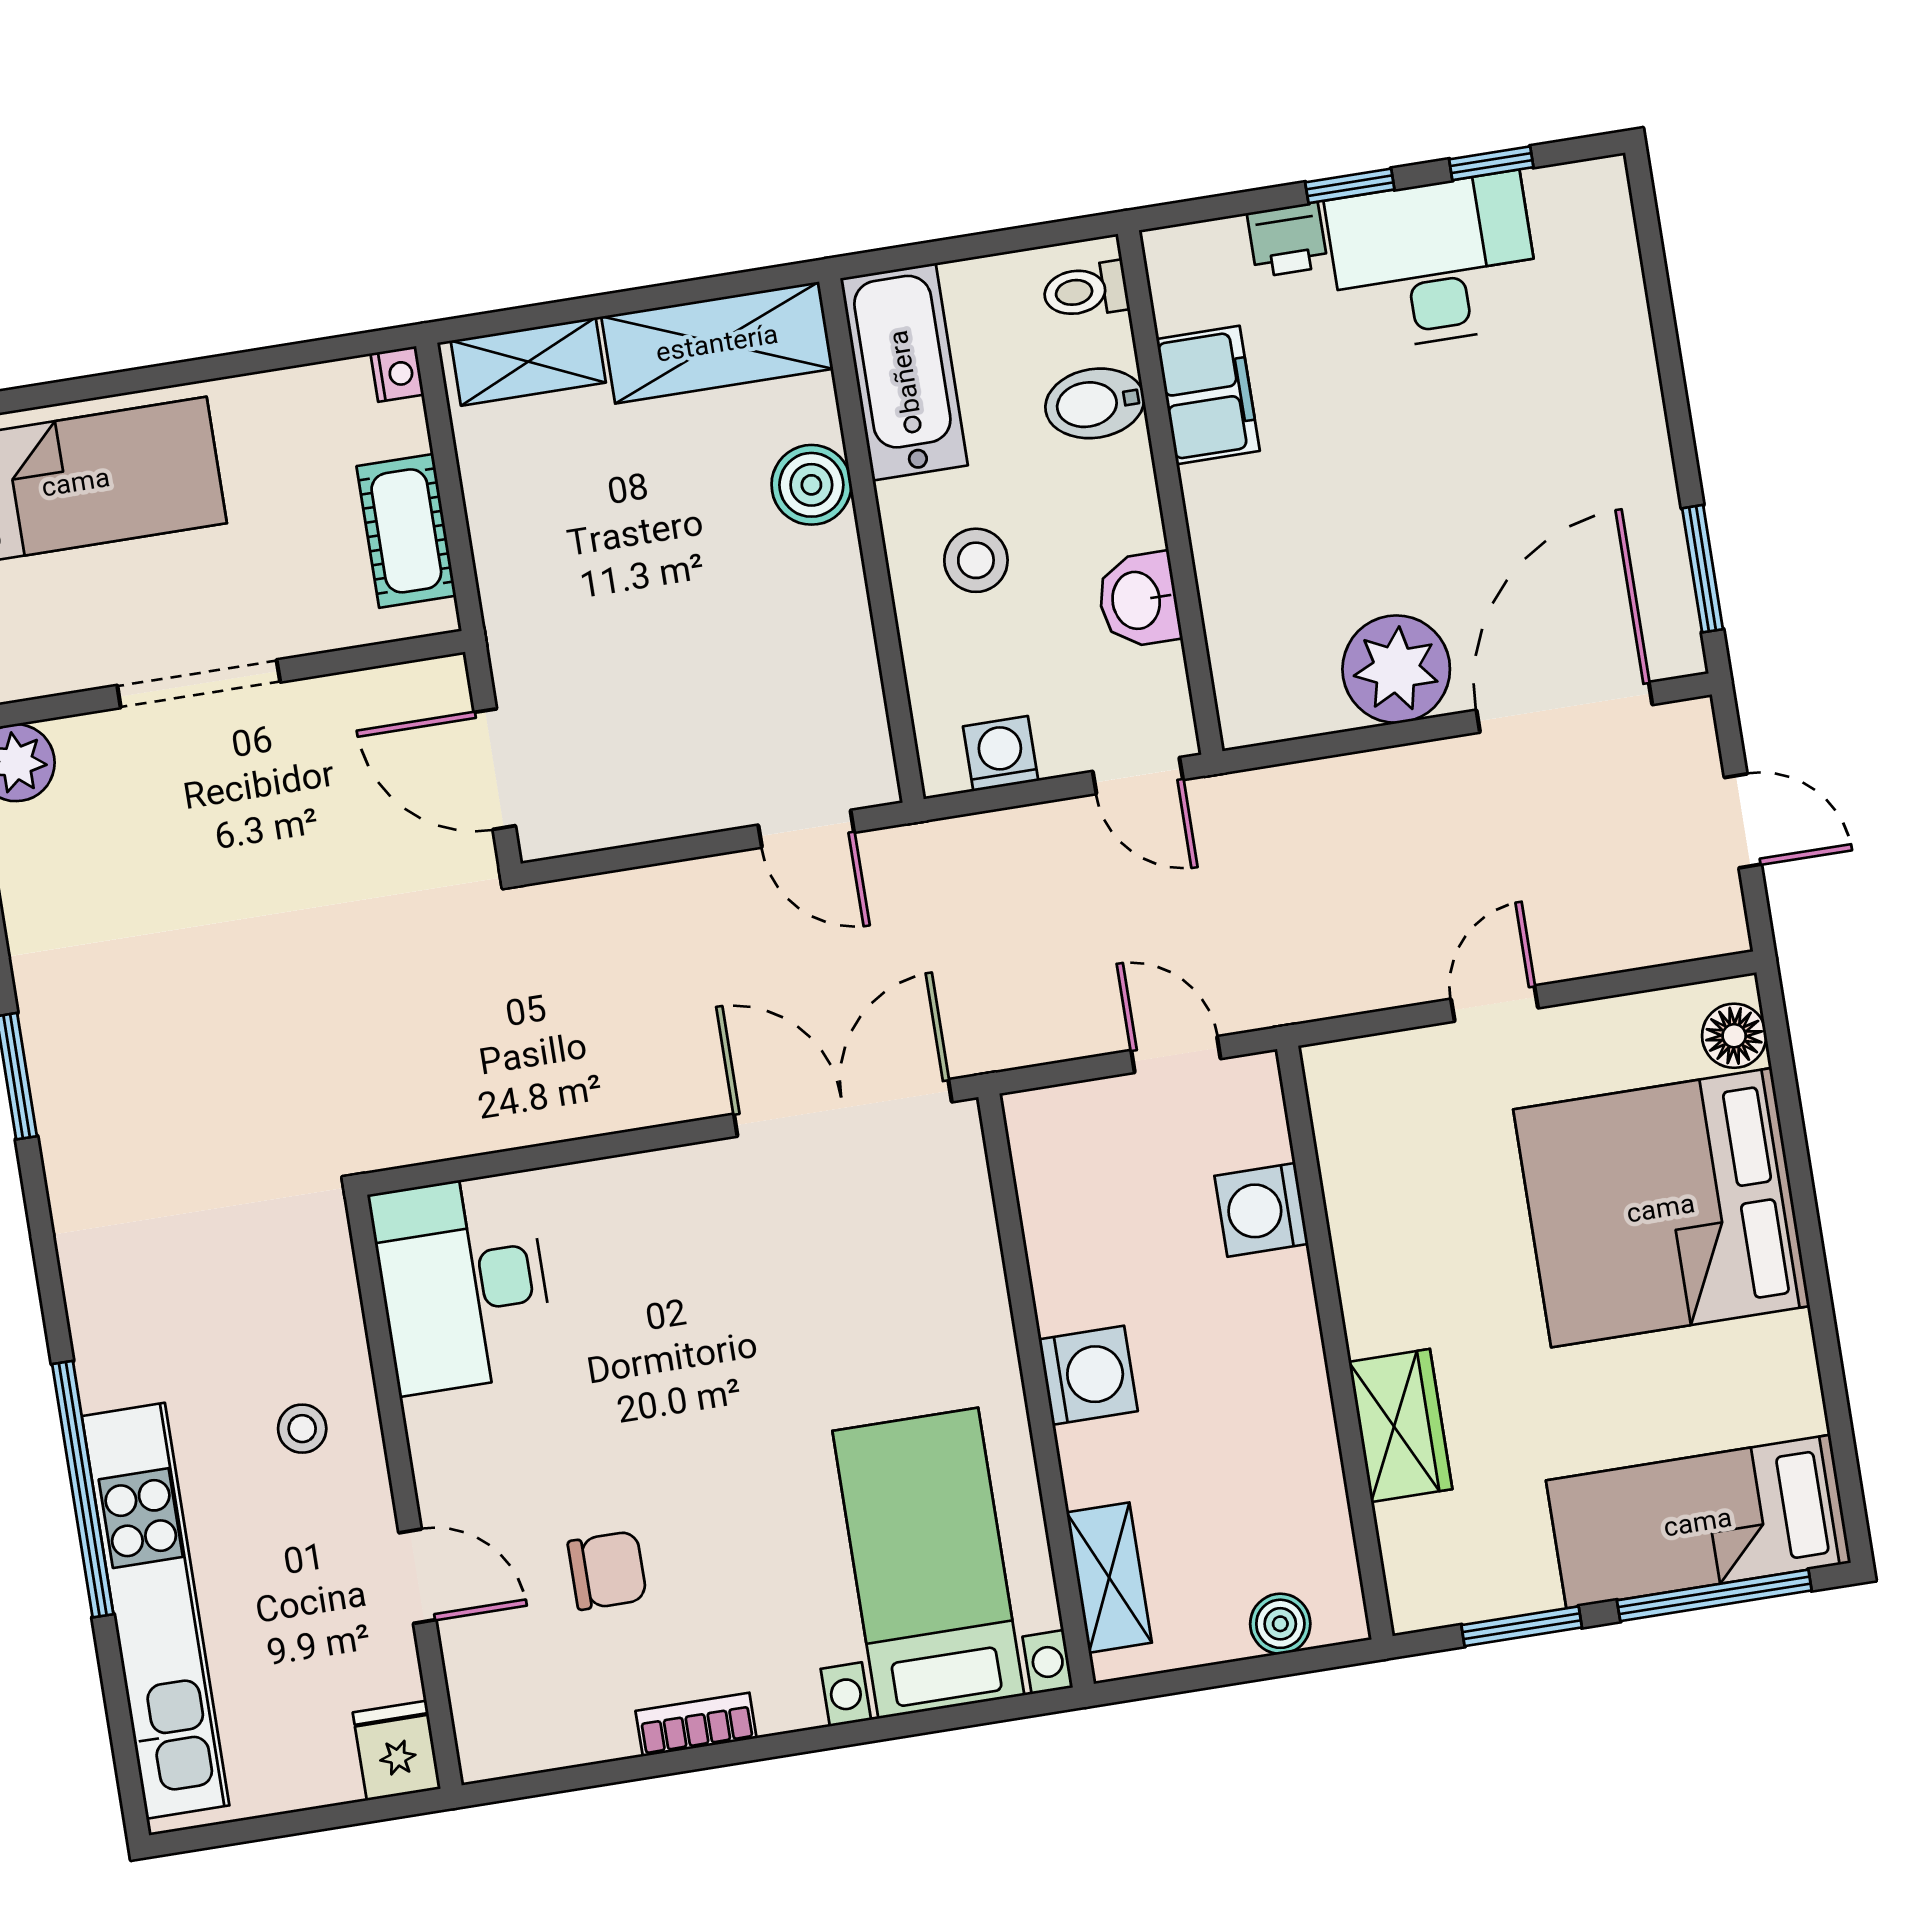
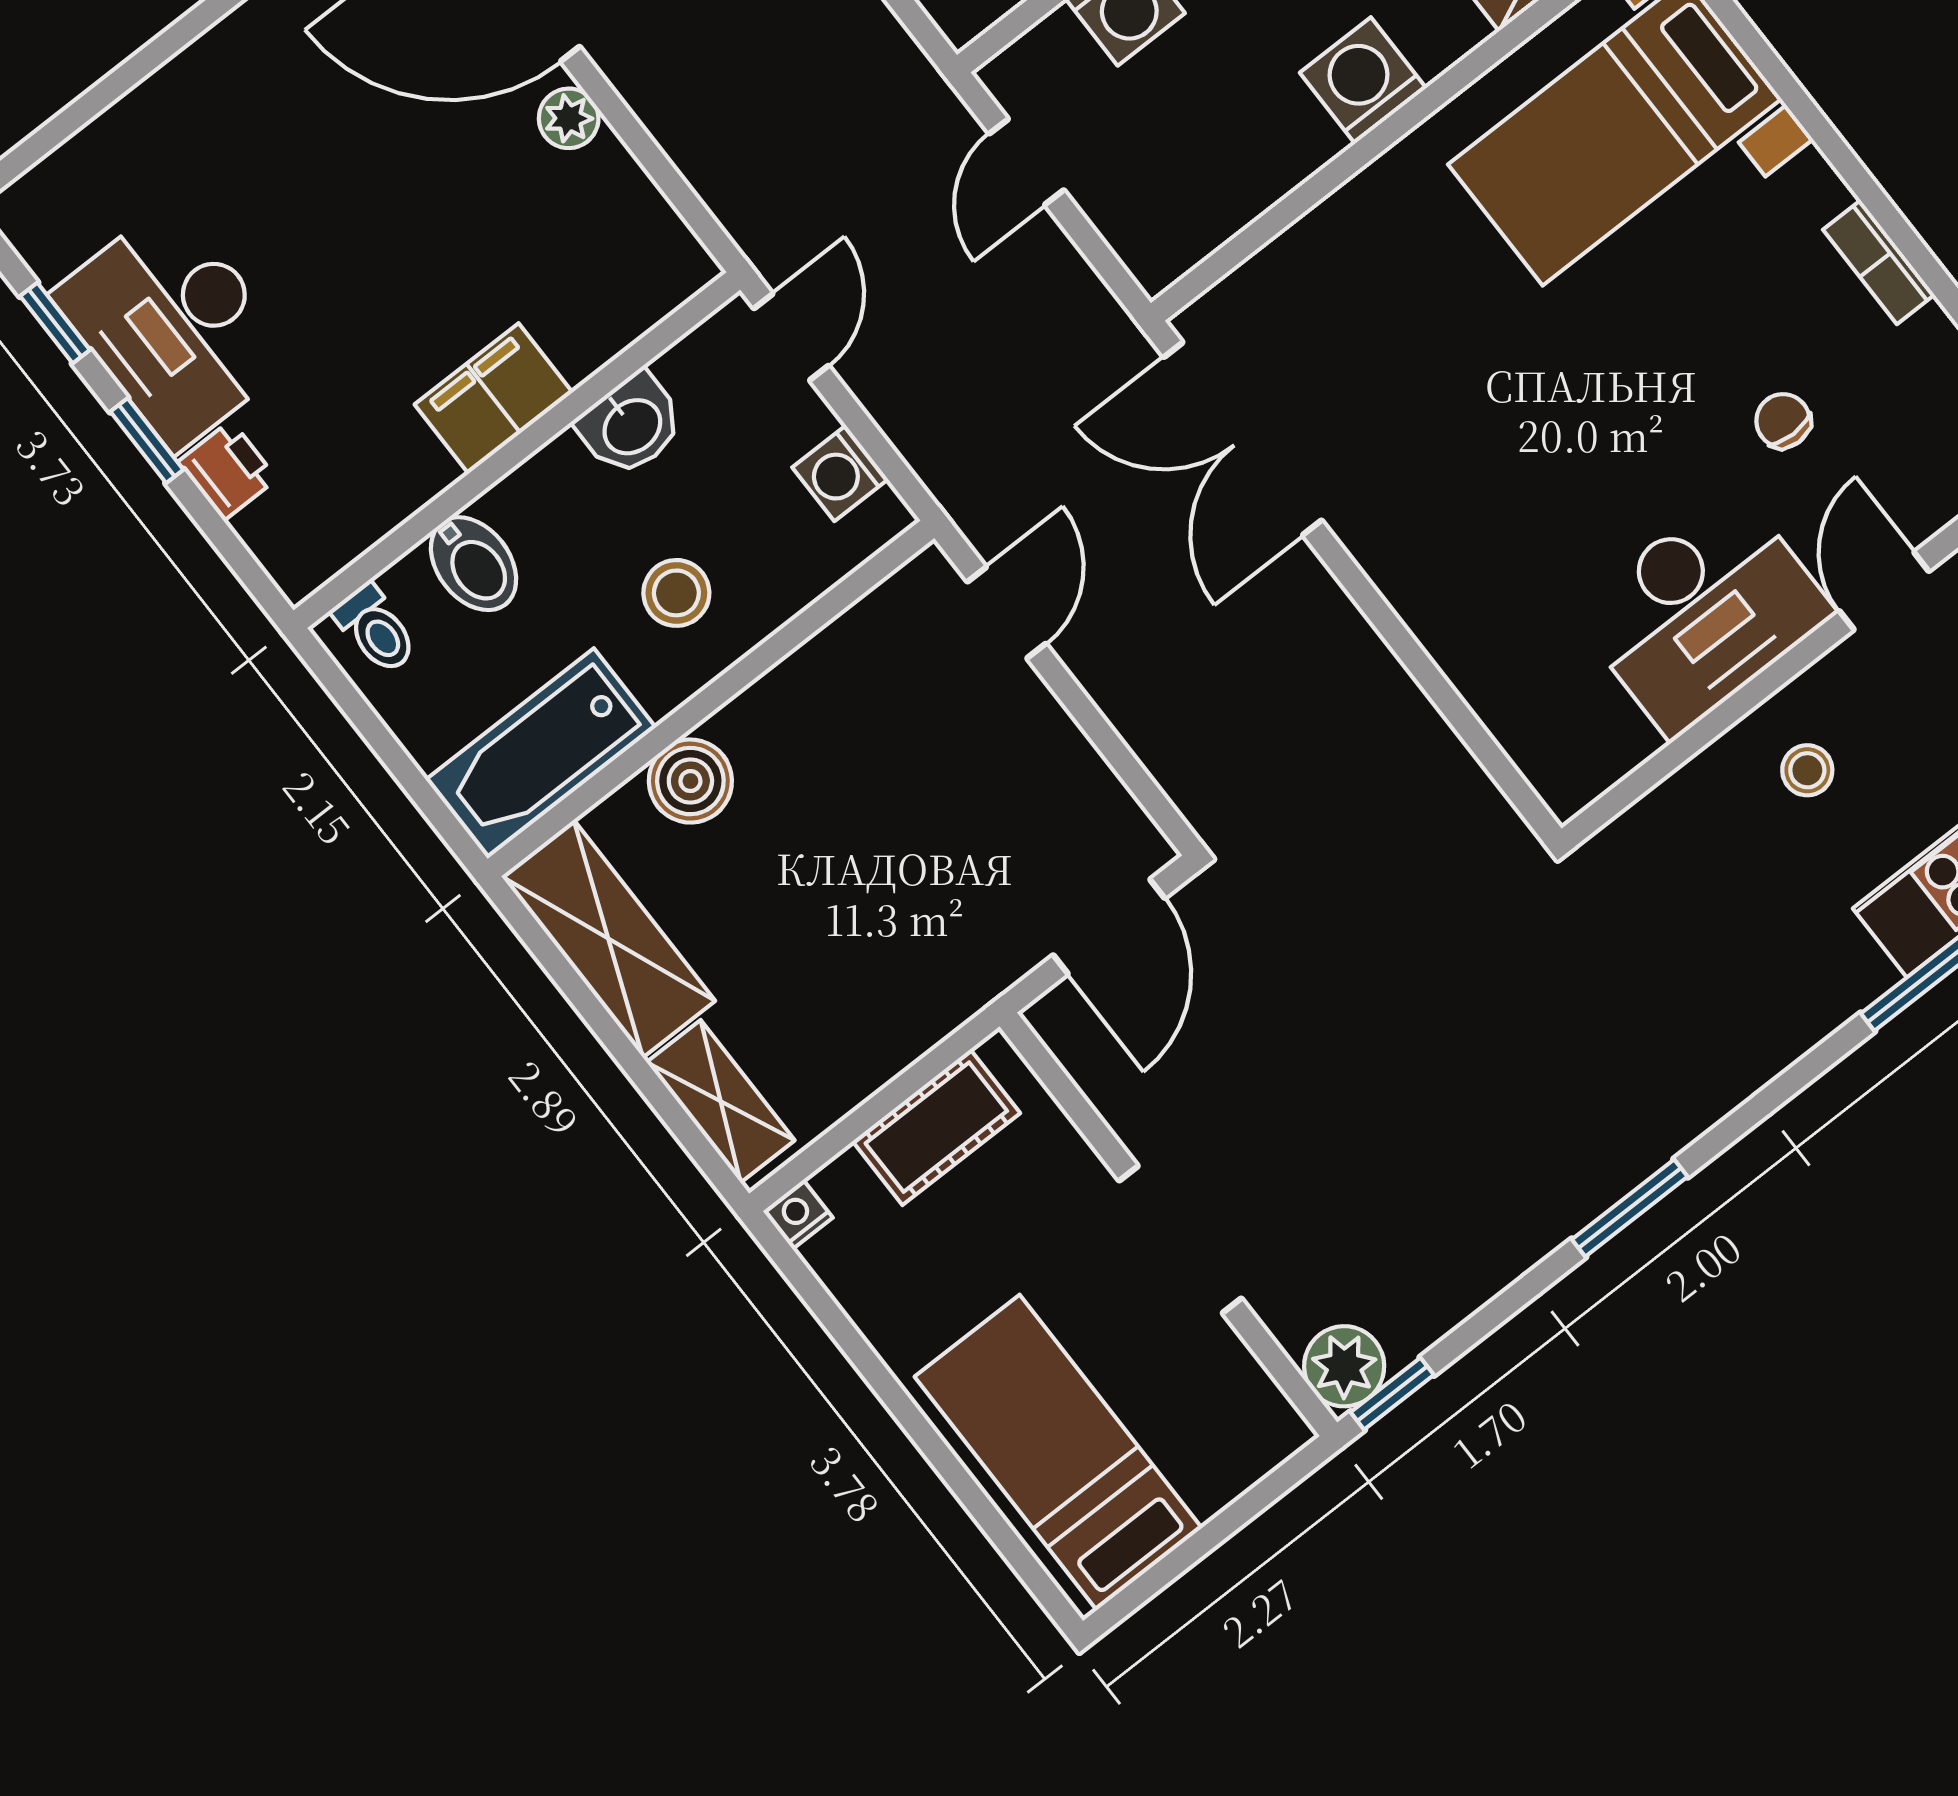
filing cabinet: (1208, 395) -> (494, 398), moved
plant: (1396, 669) -> (569, 118), width x0.53, depth x0.53
desk: (463, 1283) -> (1703, 612), moved
chair: (607, 1570) -> (1783, 421), width x0.73, depth x0.73

